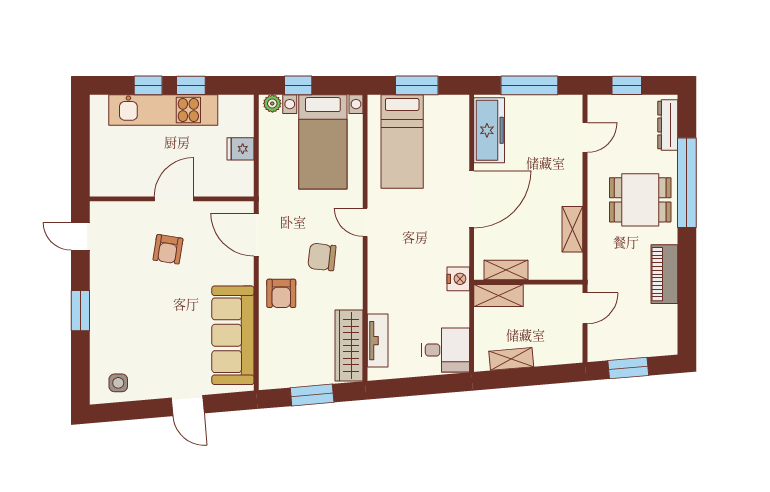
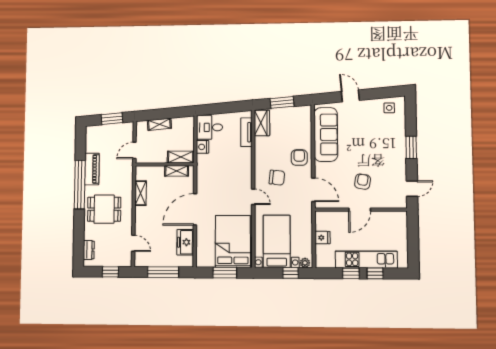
dresser: (668, 125) -> (89, 250), width x0.70
freezer: (489, 130) -> (185, 242), width x0.71
door: (585, 137) -> (133, 243), swing flipped
bed: (402, 141) -> (233, 241), width x1.50
window: (687, 183) -> (80, 185), moved
door: (80, 236) -> (412, 189), hinge flipped
nightstand: (458, 279) -> (203, 147), moved
wardrobe: (349, 345) -> (262, 123), width x0.67
shelving: (511, 359) -> (159, 124), moved

